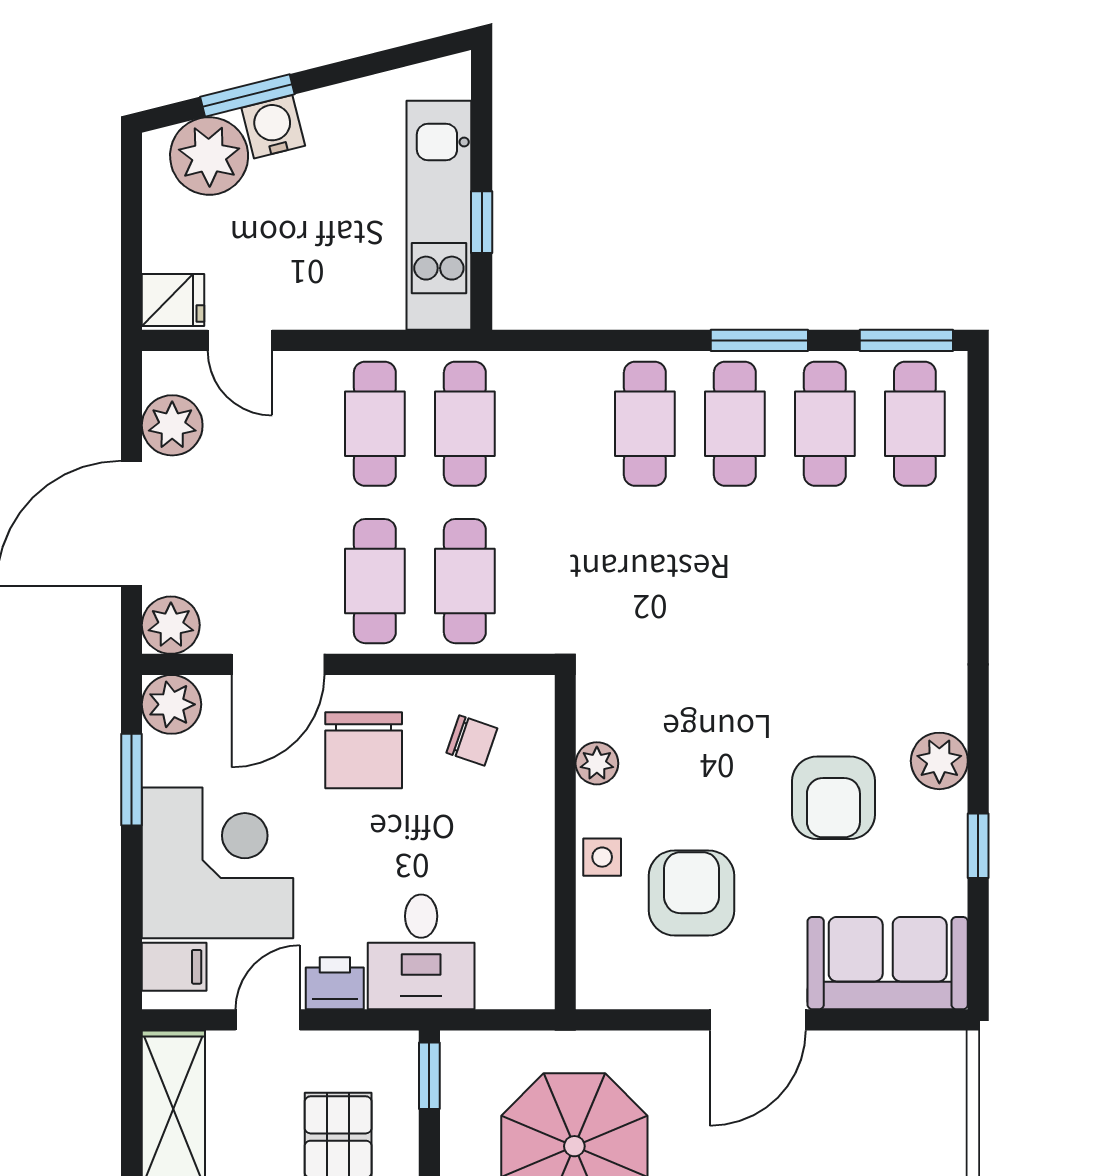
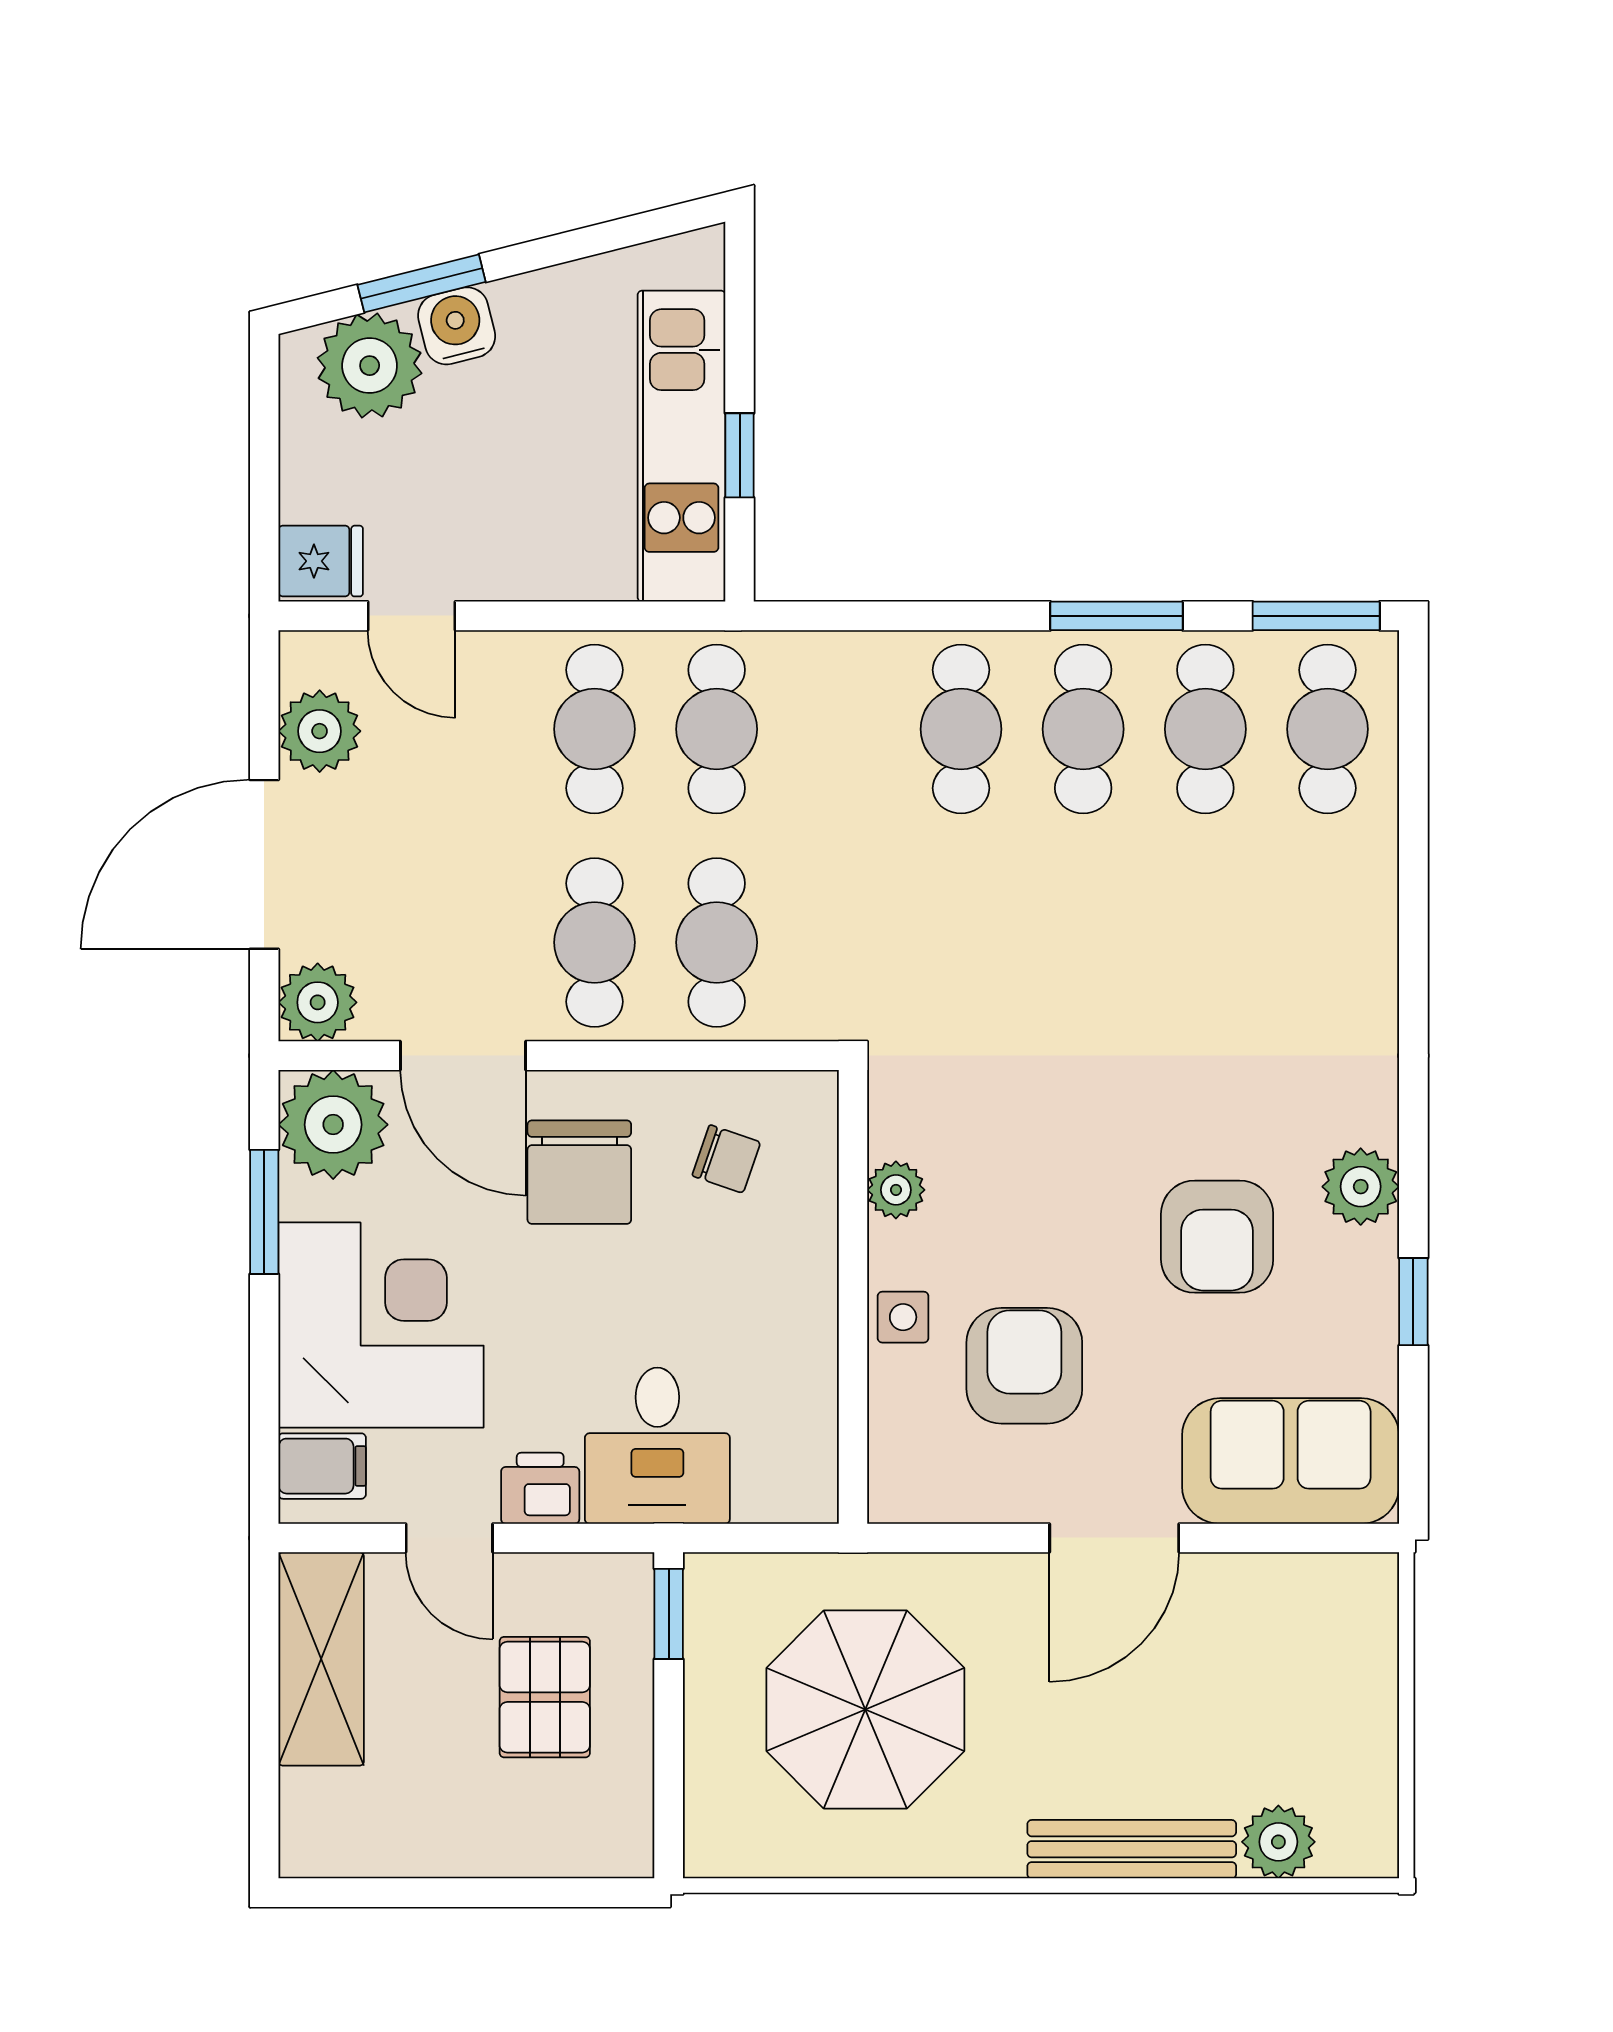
door: (278, 664) -> (463, 1056), hinge flipped
plant: (172, 704) -> (333, 1125), width x1.36, depth x1.36
door: (268, 1020) -> (449, 1538), swing flipped

